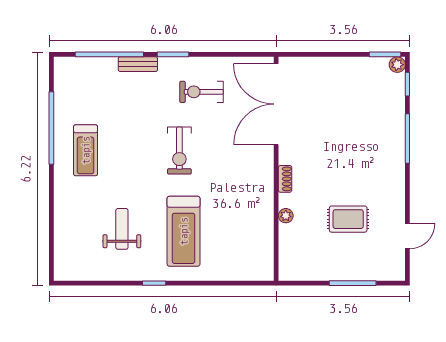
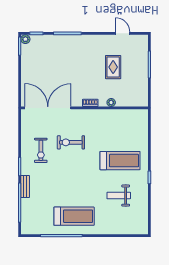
double door: (276, 104) -> (48, 108), swing flipped
treadmill: (86, 150) -> (74, 216), width x1.37, depth x1.38
exercise bike: (179, 151) -> (71, 142), moved, turned 180

